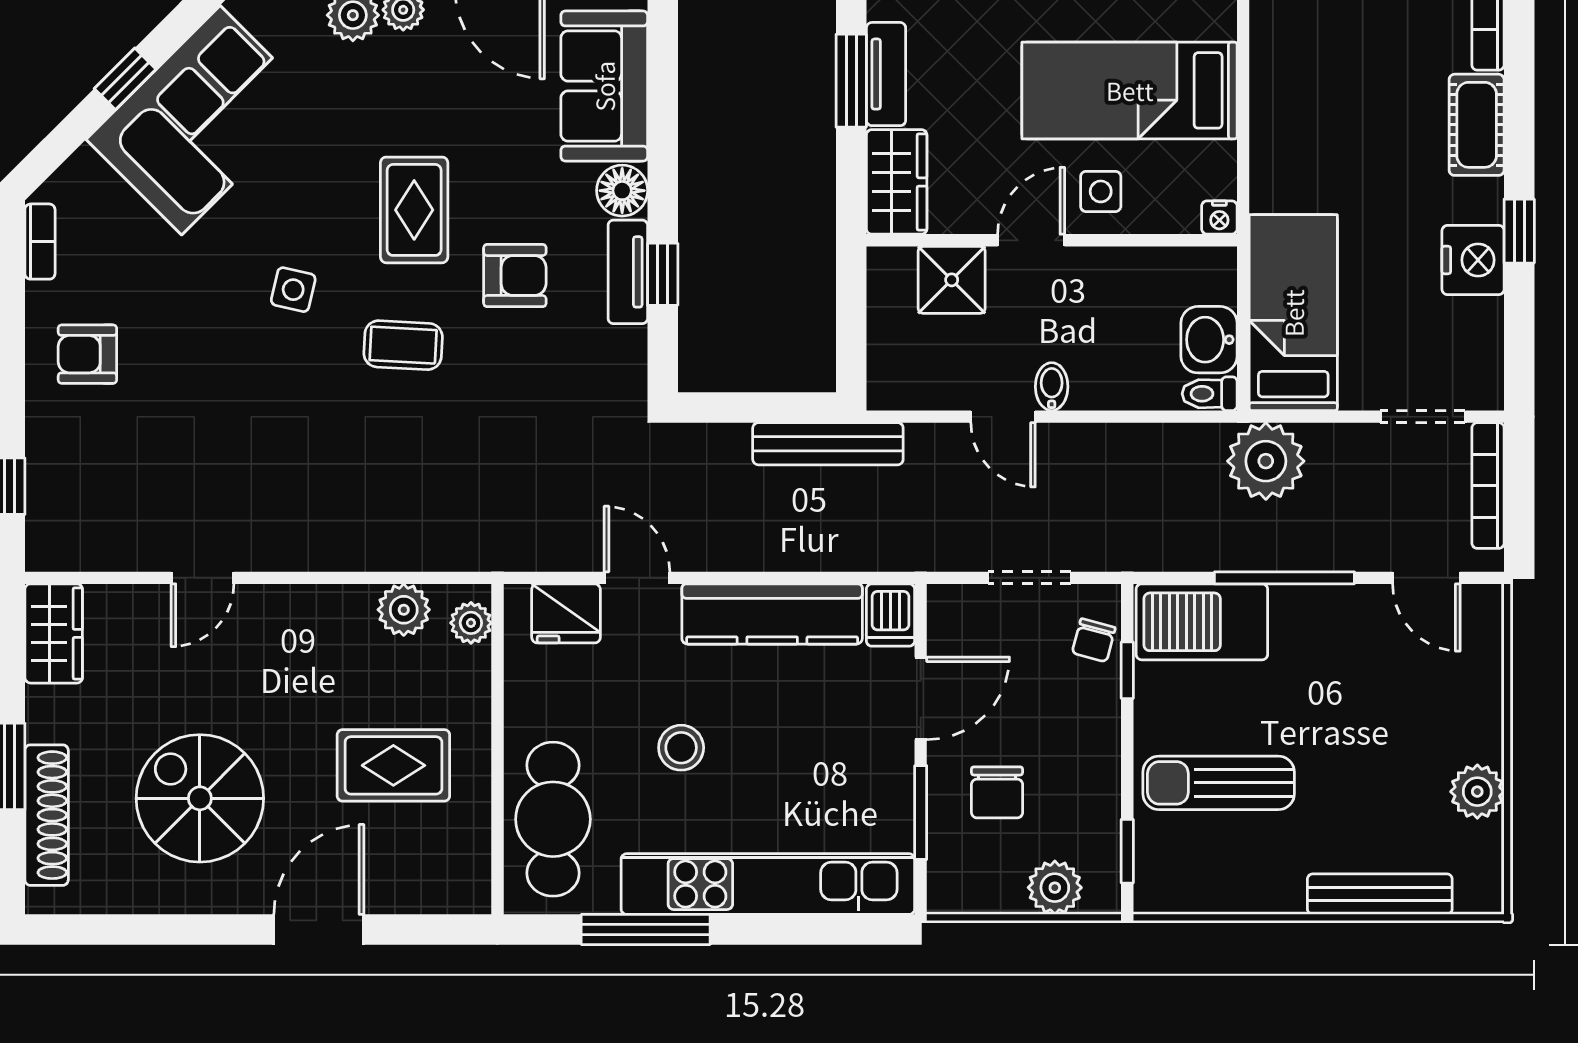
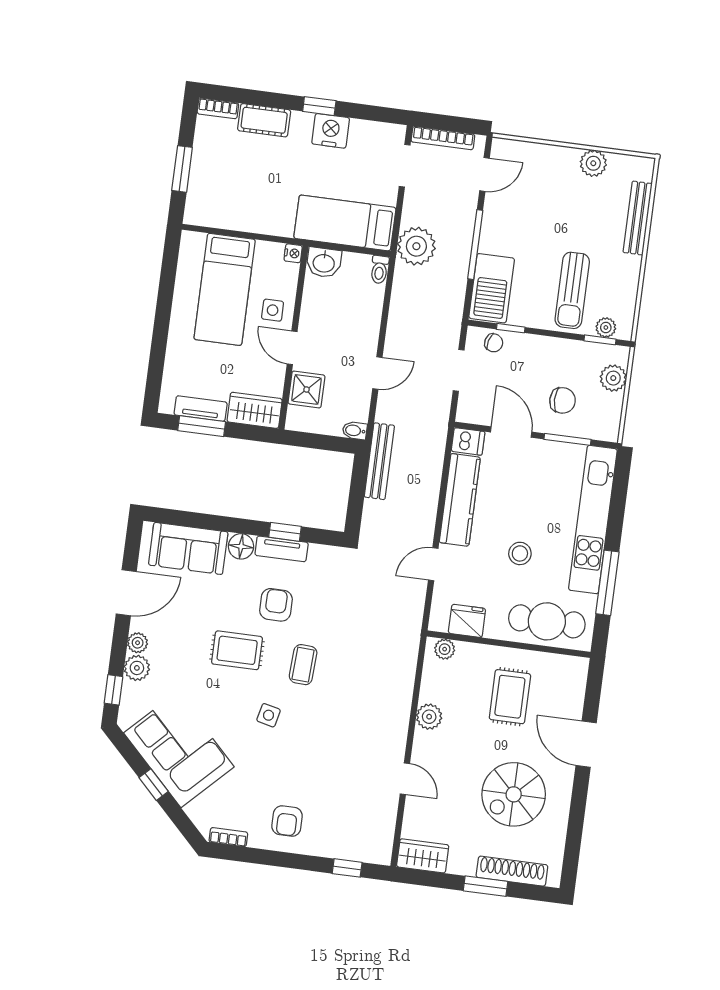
washbasin: (1209, 340) -> (324, 263), moved
bidet: (1052, 387) -> (355, 431), moved
plant: (404, 610) -> (429, 717), moved
fridge: (566, 613) -> (467, 621), moved, turned -90
plant: (1154, 859) -> (606, 328), added

